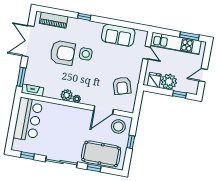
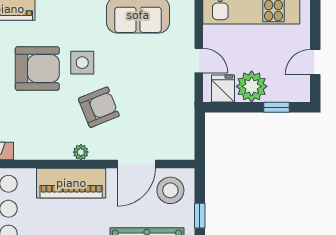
door: (147, 53) -> (199, 60), moved
armchair: (122, 86) -> (99, 107), moved, turned -95
plant: (67, 95) -> (60, 148), removed
piano: (69, 114) -> (71, 183), added

